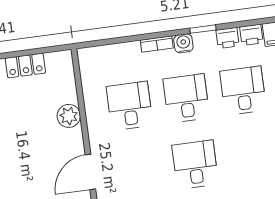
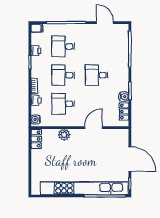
printer: (251, 35) -> (36, 100), moved
water cooler: (183, 43) -> (36, 119), moved
locker: (25, 66) -> (36, 139), moved
door: (90, 172) -> (93, 128), swing flipped

